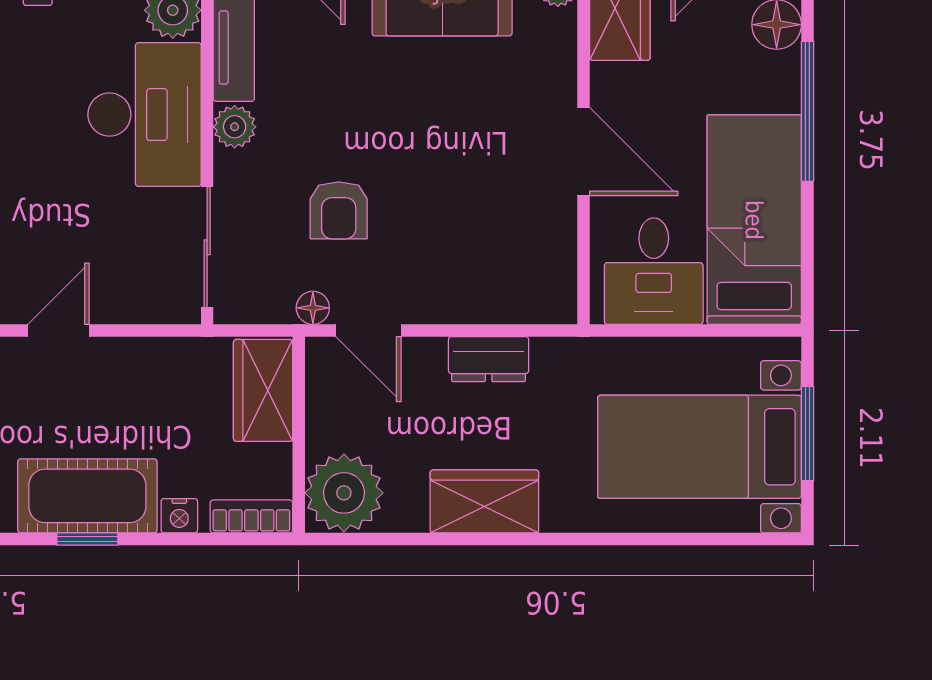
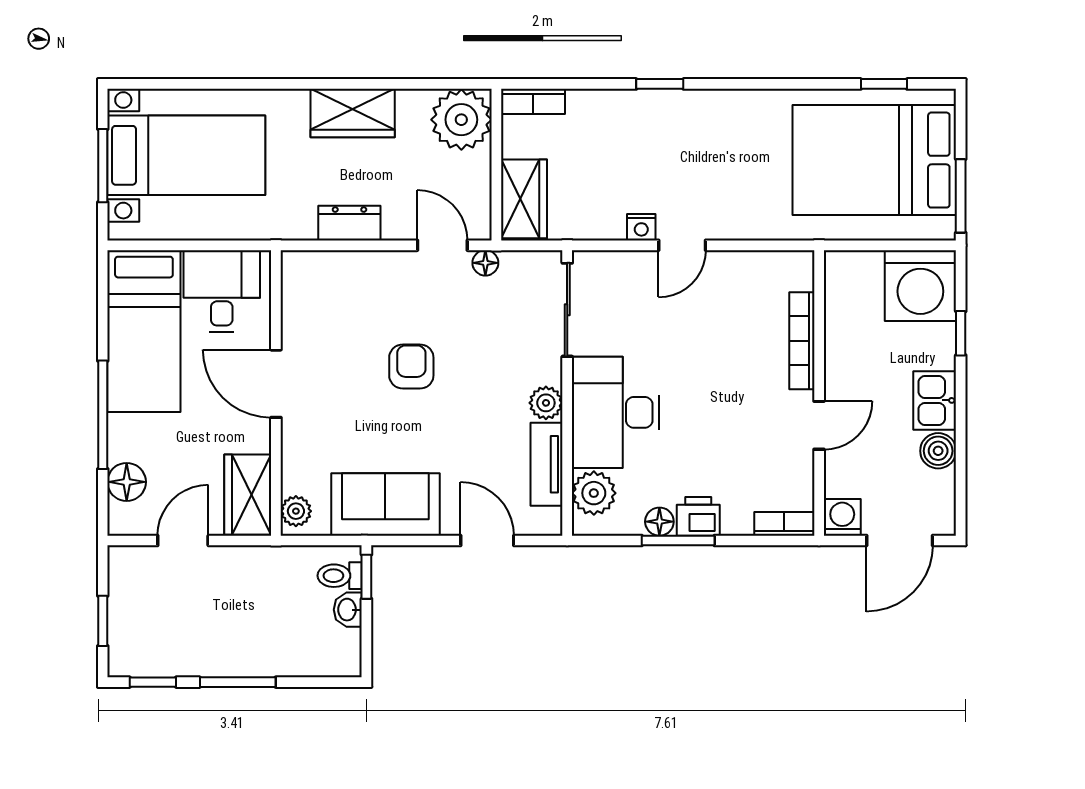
armchair: (339, 210) -> (411, 366), moved
cot: (87, 496) -> (660, 117), removed
nightstand: (179, 516) -> (641, 227), moved, turned 180

